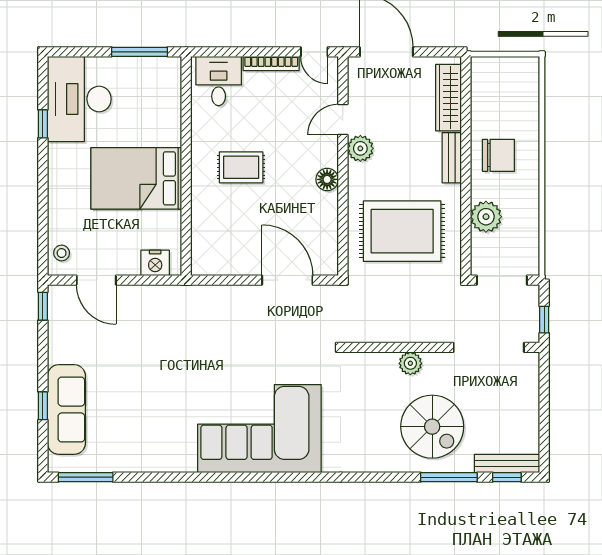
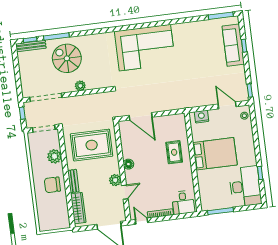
rug: (241, 167) -> (174, 152), moved, turned 90

